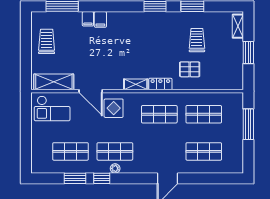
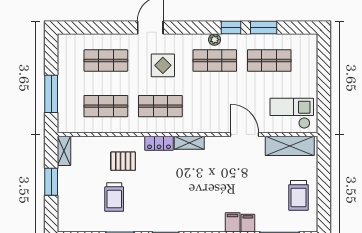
shelving: (238, 26) -> (64, 151), moved
display table: (114, 108) -> (163, 65), moved

